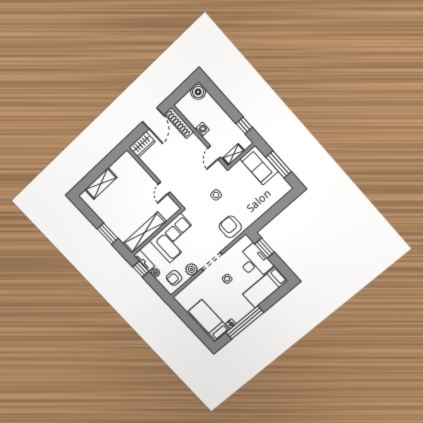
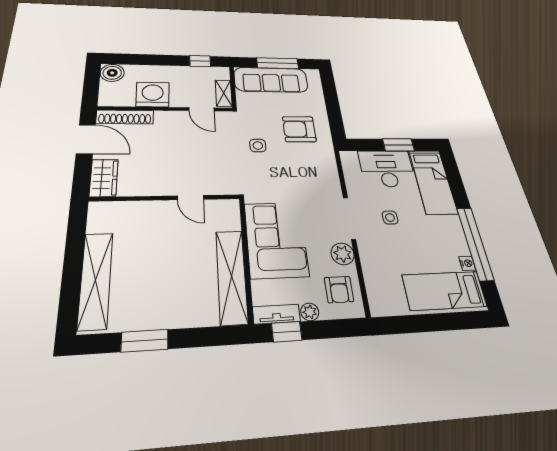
washing machine: (202, 129) -> (153, 94), width x1.89, depth x1.89
sofa: (259, 165) -> (271, 80), width x1.36
shelving: (101, 184) -> (96, 280), width x1.47
armchair: (230, 227) -> (299, 129), moved
window: (108, 234) -> (145, 341), moved
window: (265, 248) -> (398, 145), moved

